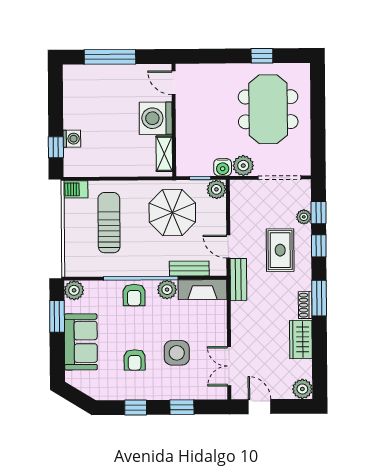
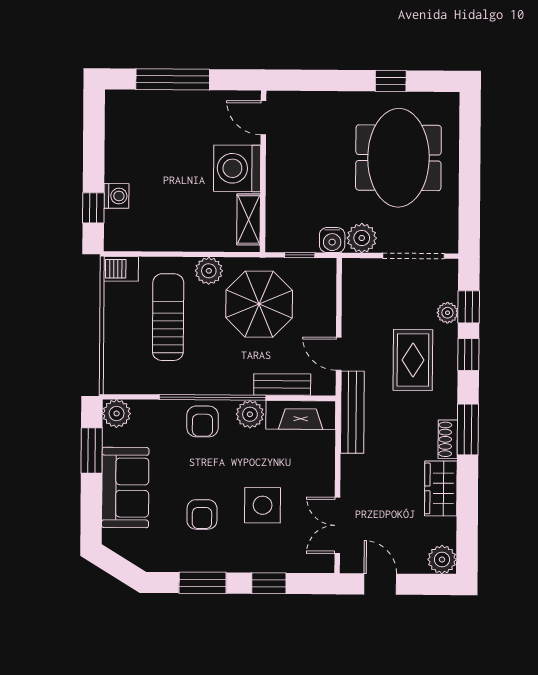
plant: (216, 189) -> (209, 271), moved
bench: (238, 279) -> (352, 412), width x1.36
window: (136, 408) -> (203, 583), width x1.50

